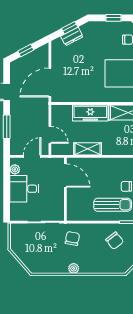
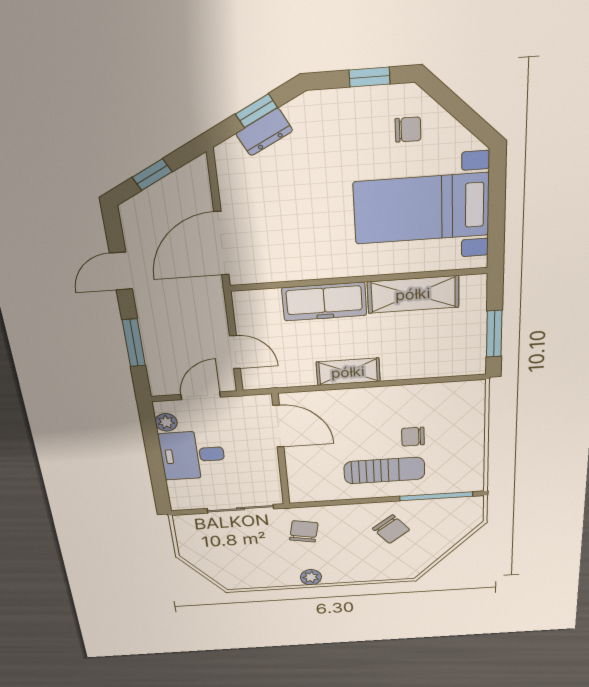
shelving: (88, 149) -> (348, 372), moved

